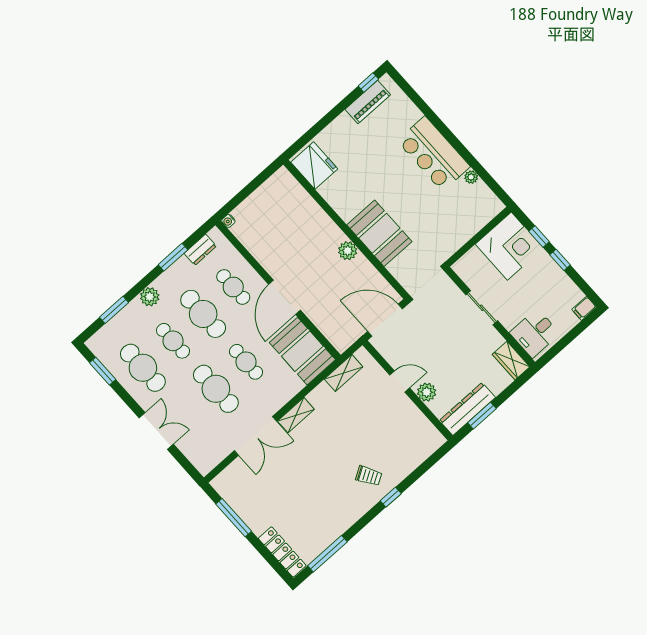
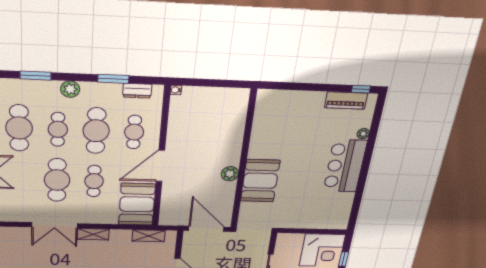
fridge: (314, 166) -> (269, 107), removed
plant: (471, 177) -> (363, 134), moved

